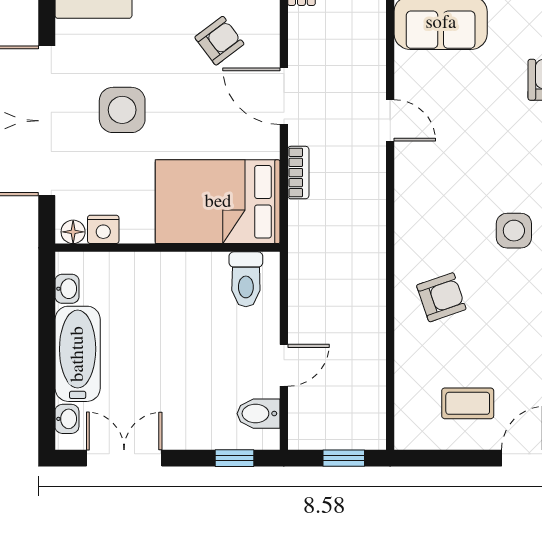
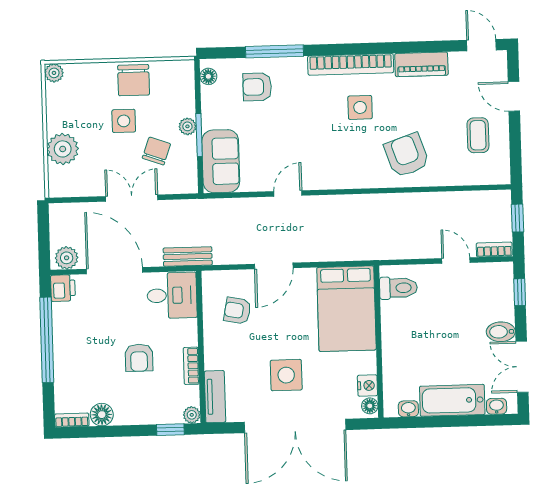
armchair: (219, 41) -> (237, 311), turned -42
bookcase: (298, 173) -> (494, 250), moved
armchair: (441, 297) -> (407, 155), width x1.38, depth x1.38
bidet: (258, 414) -> (501, 332), moved, turned 90

